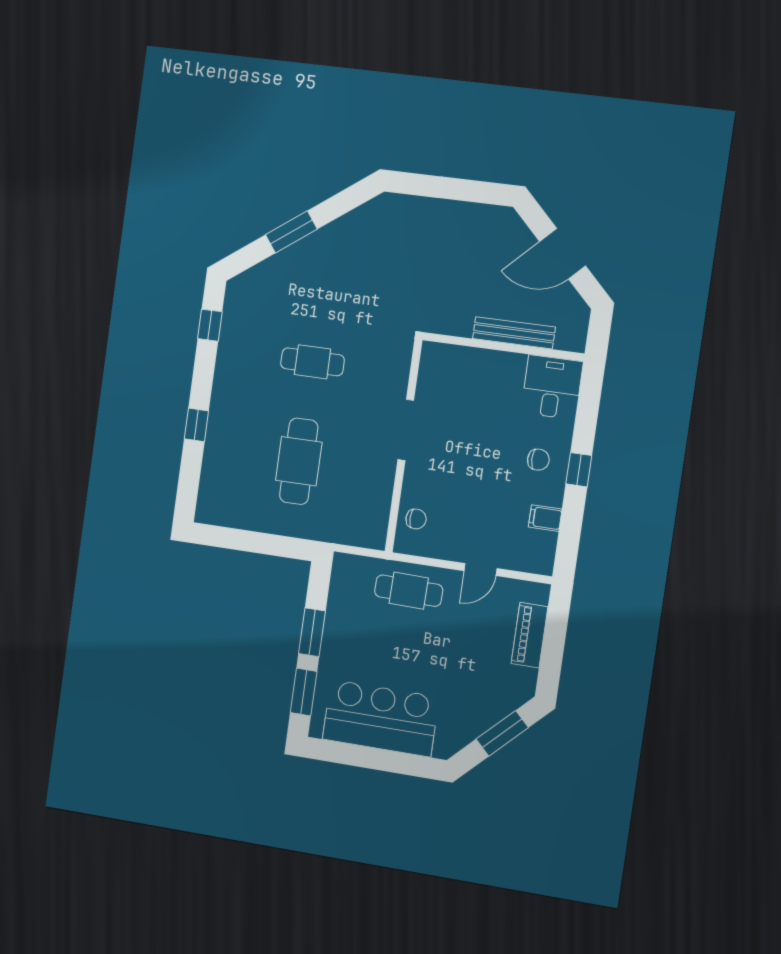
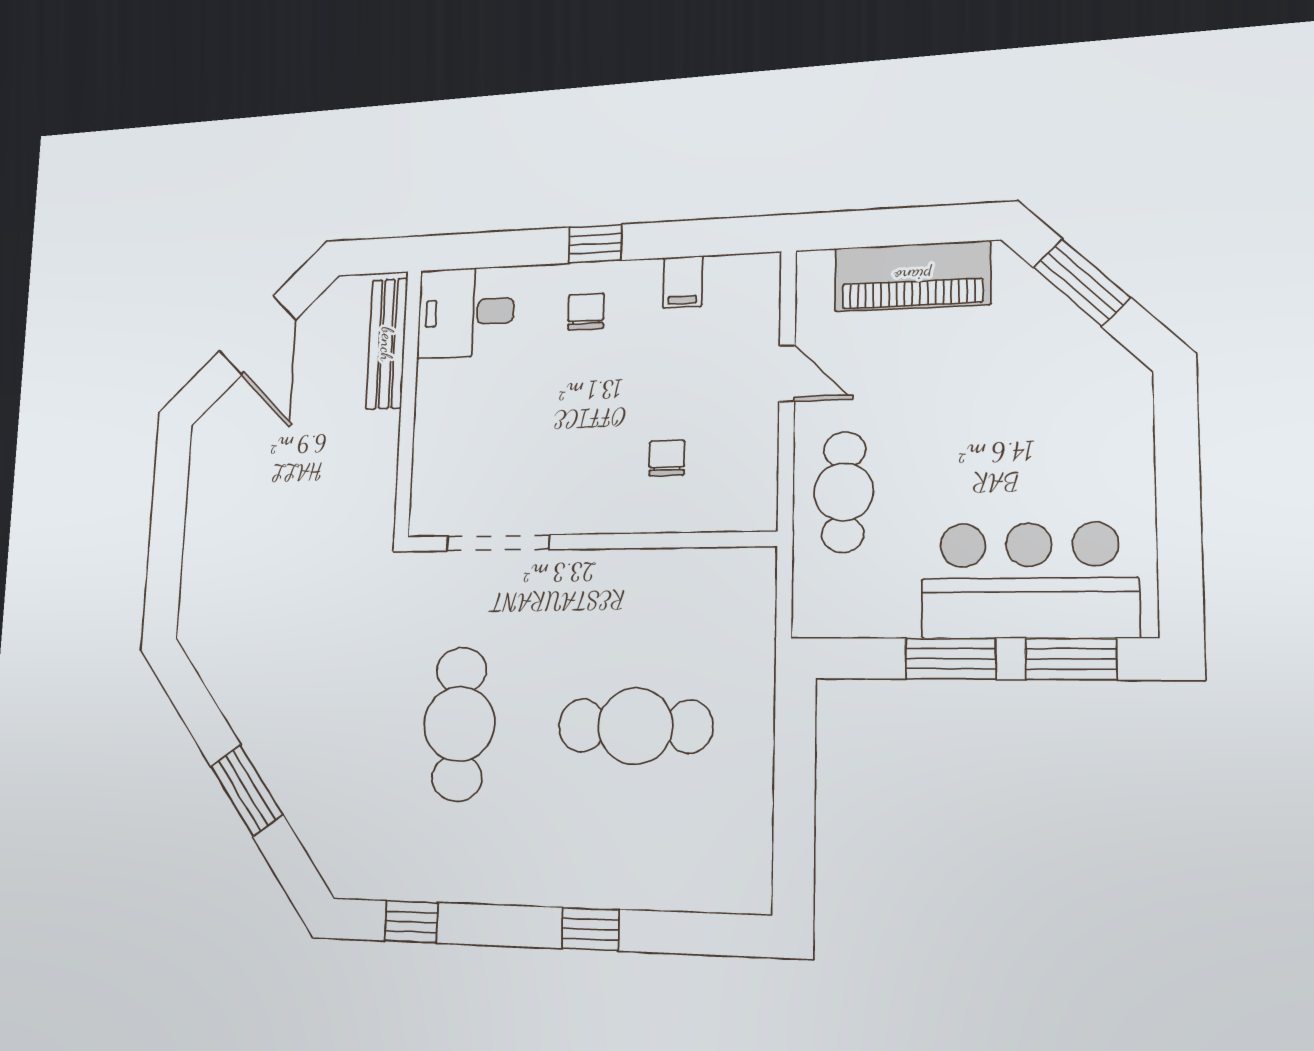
bench: (514, 333) -> (387, 344), moved
cafe table: (313, 362) -> (459, 724), width x1.37, depth x1.35
doorway: (406, 430) -> (498, 543), moved
chair: (416, 519) -> (667, 458), moved
piano: (530, 635) -> (912, 276), width x1.37, depth x1.33
bar counter: (381, 718) -> (1029, 580), moved, turned 90

